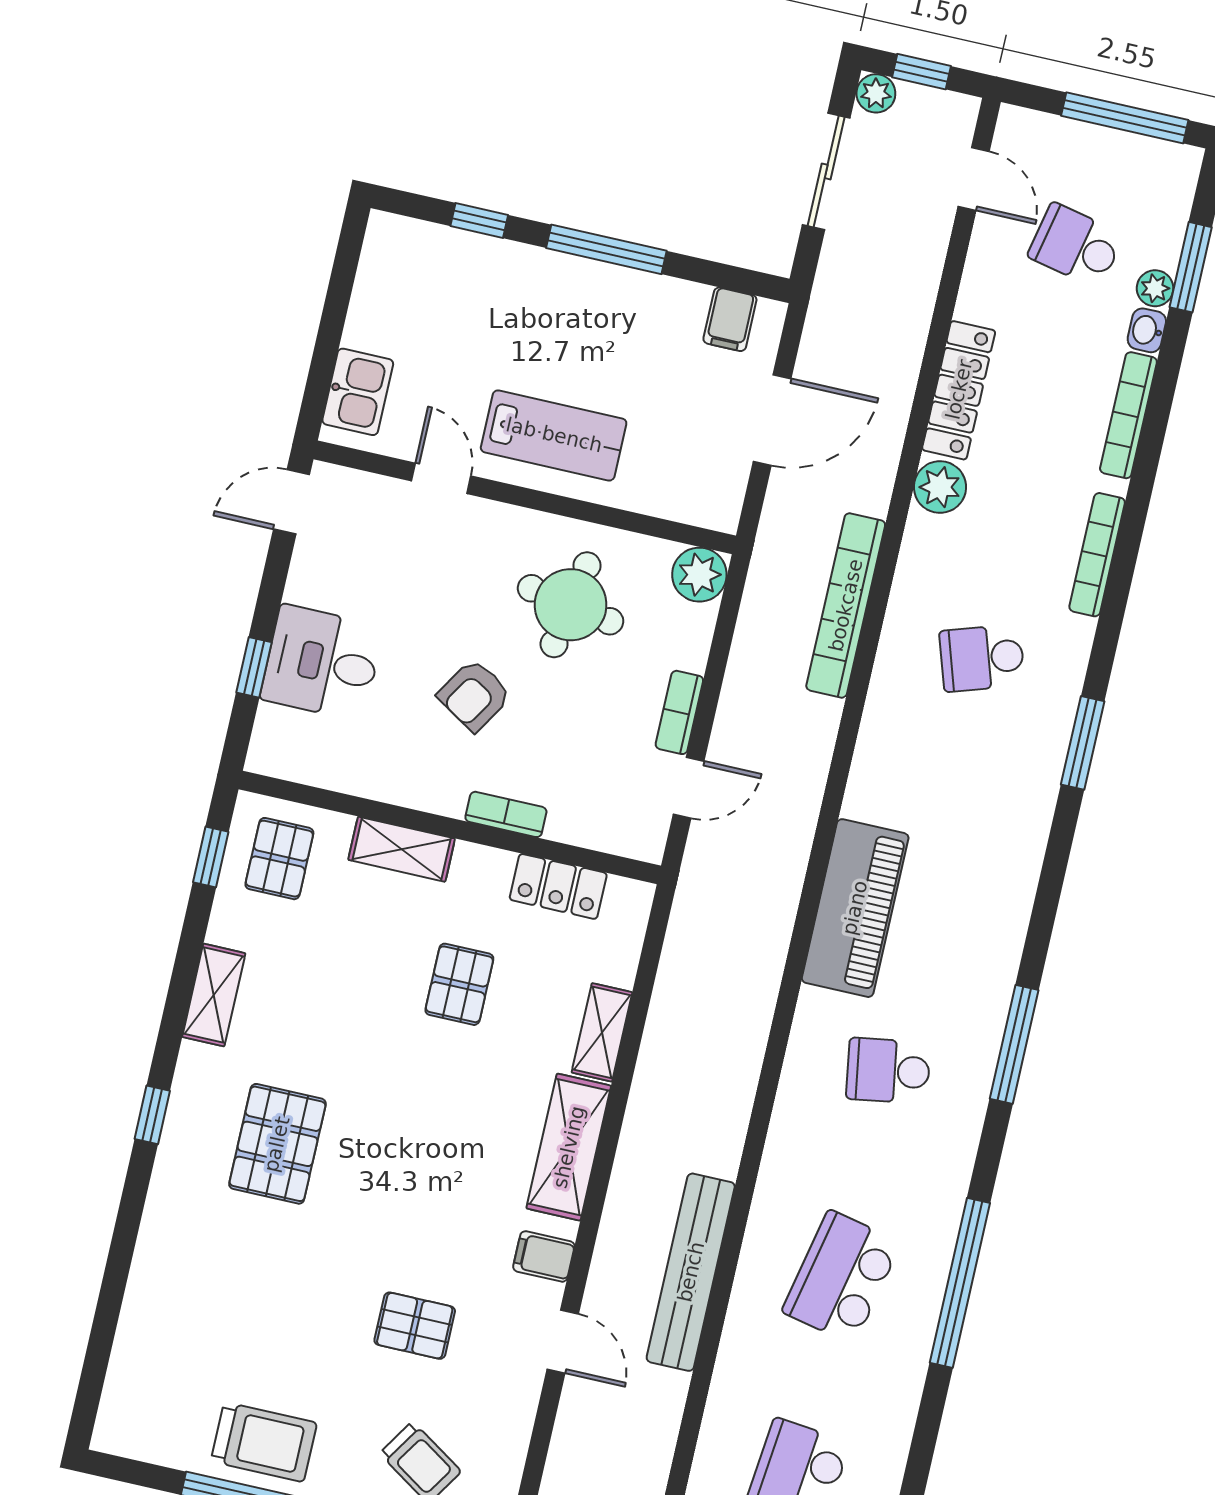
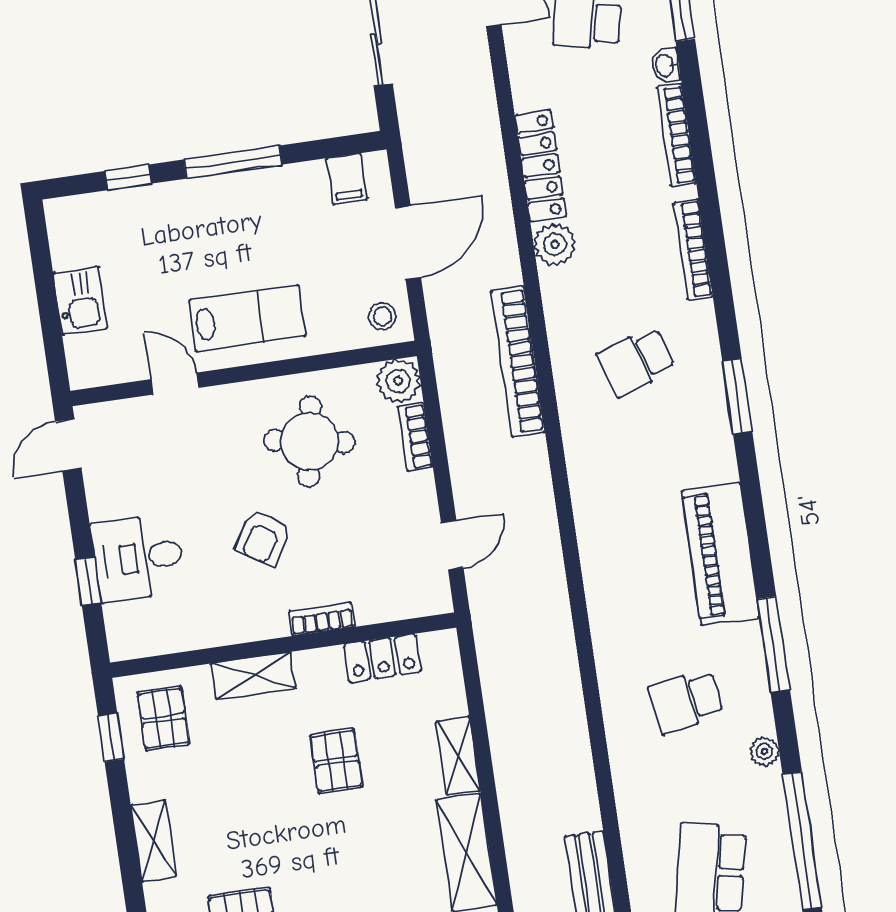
plant: (1155, 288) -> (764, 751), moved
kitchen sink: (358, 392) -> (80, 301), moved
stool: (710, 493) -> (382, 316), added
bookcase: (679, 712) -> (415, 437), moved
piano: (855, 908) -> (721, 554), moved, turned 180

